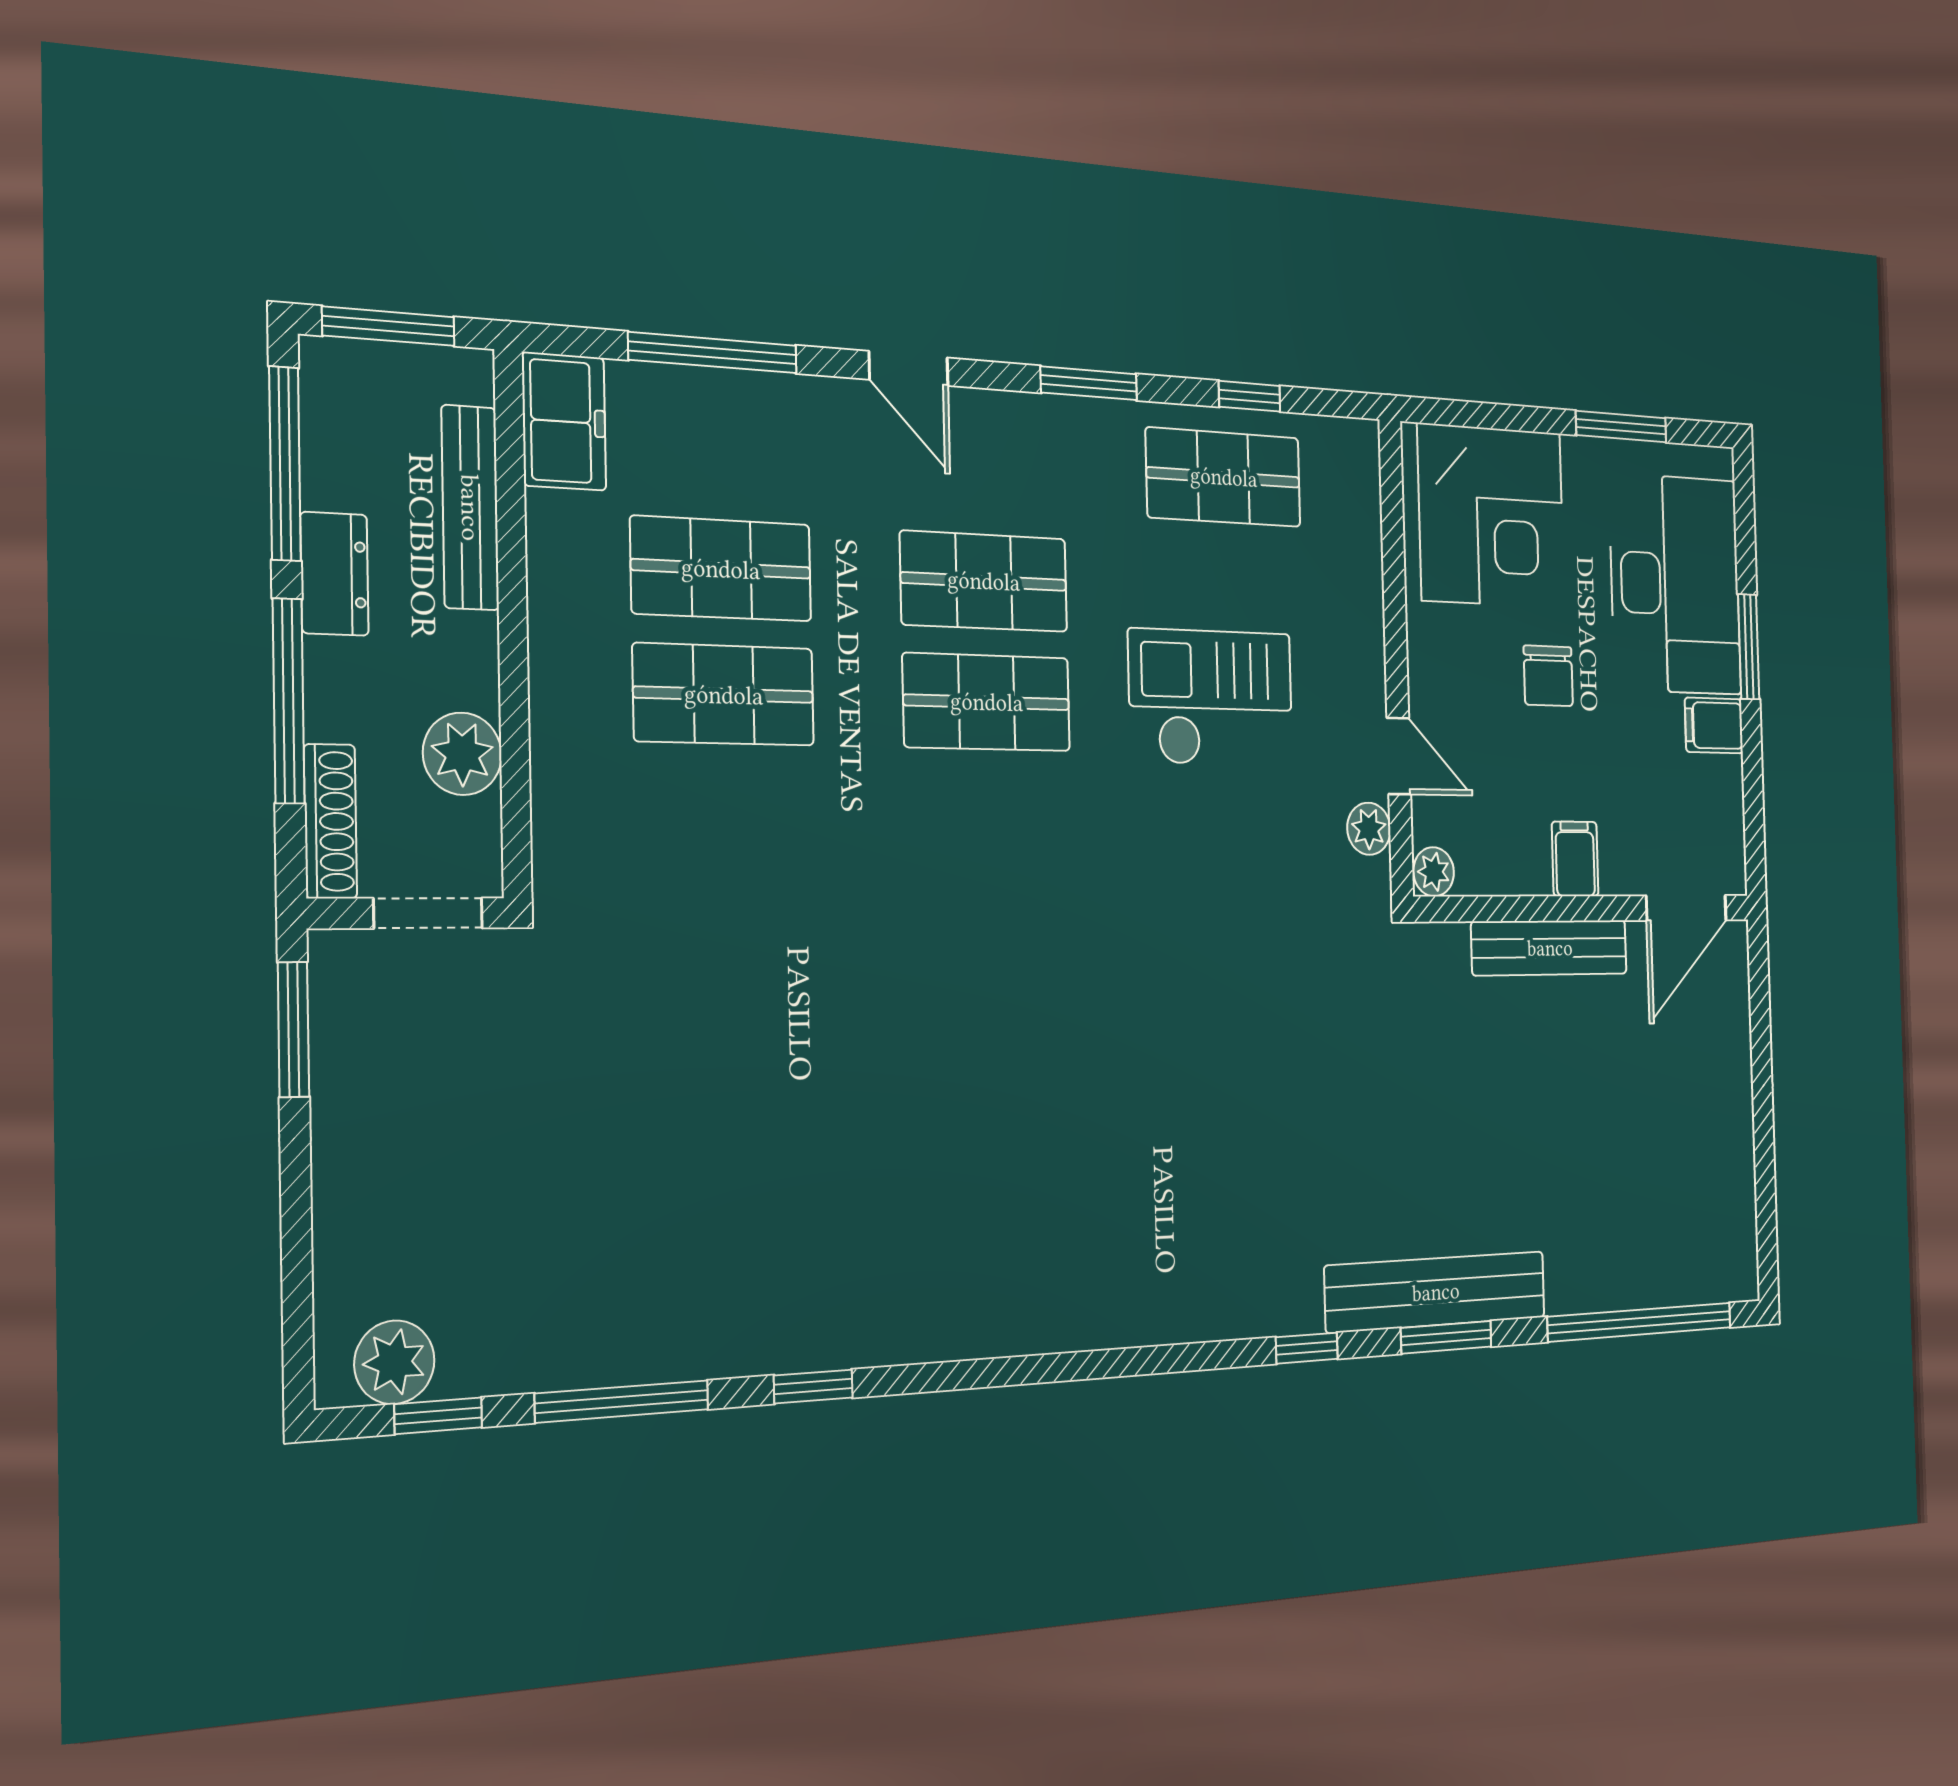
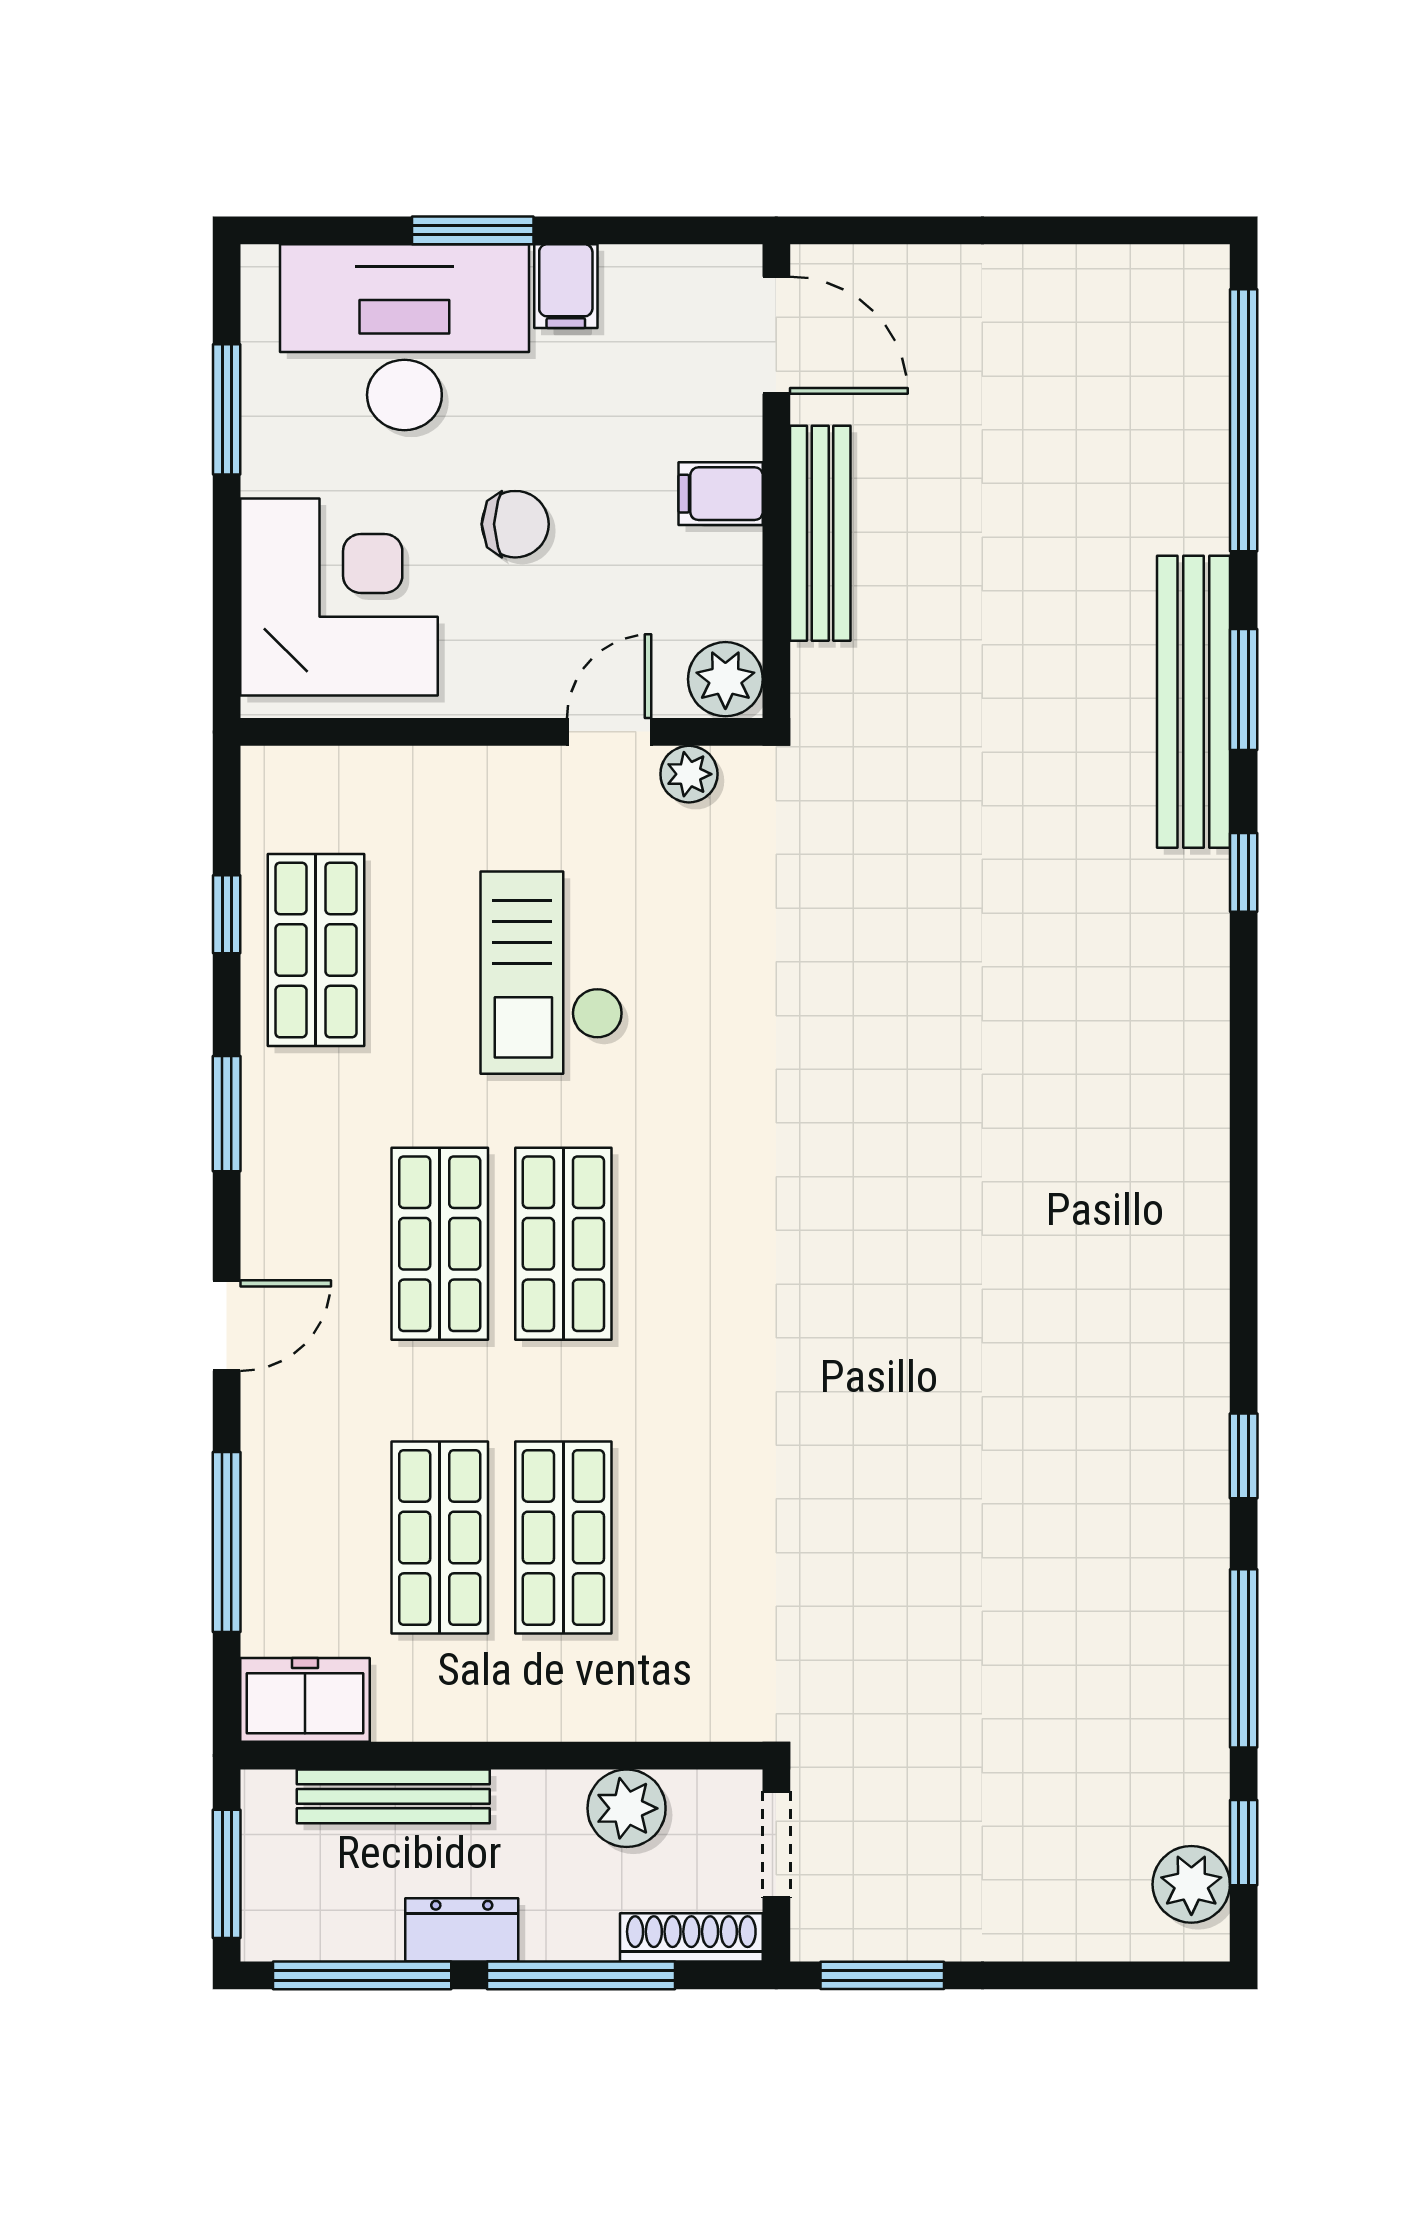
plant: (1434, 872) -> (725, 679), width x1.38, depth x1.38

